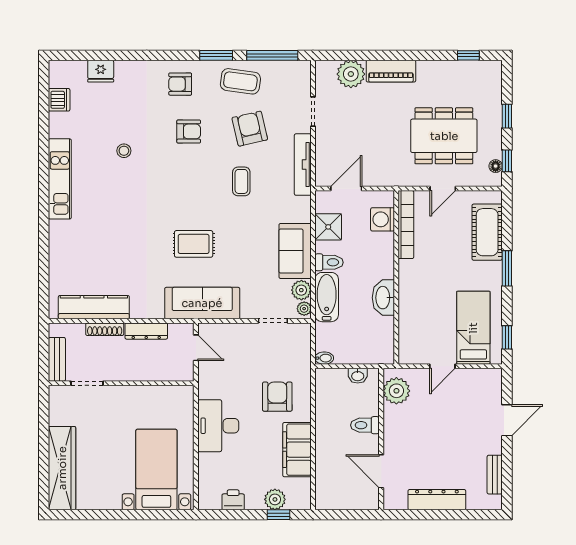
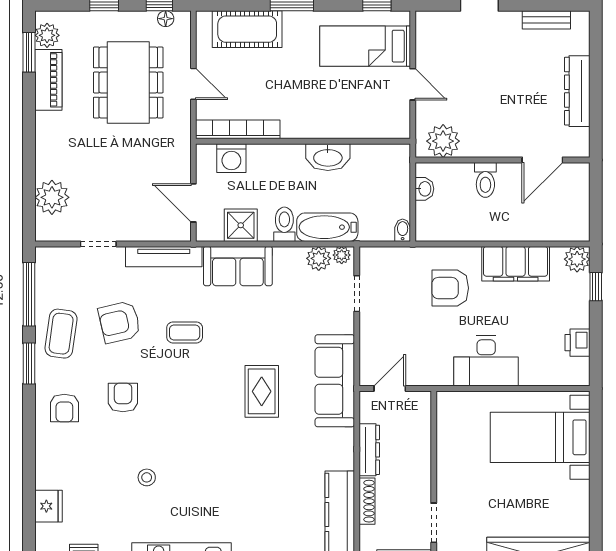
window: (468, 55) -> (29, 52), width x1.50
plant: (482, 70) -> (47, 35), added
piano: (391, 71) -> (48, 80), moved
sofa: (295, 251) -> (238, 266), moved
plant: (275, 499) -> (577, 259), moved

